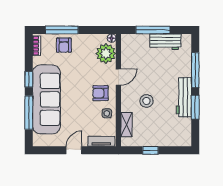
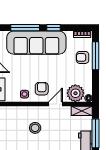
door: (118, 77) -> (55, 104), swing flipped
shelving: (126, 125) -> (82, 111), moved

